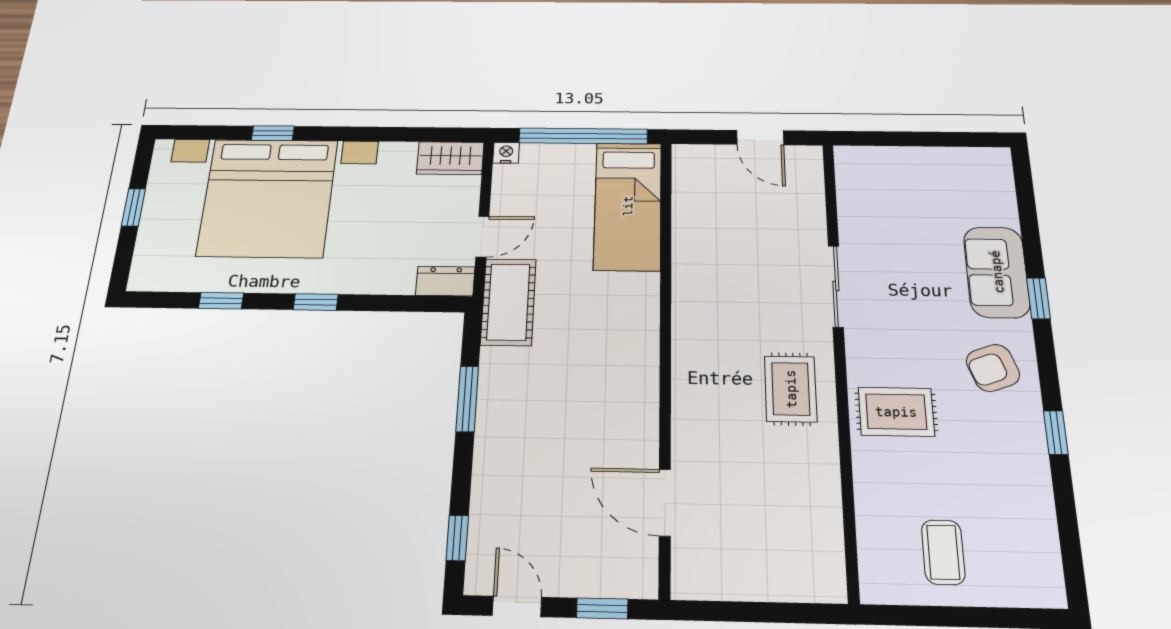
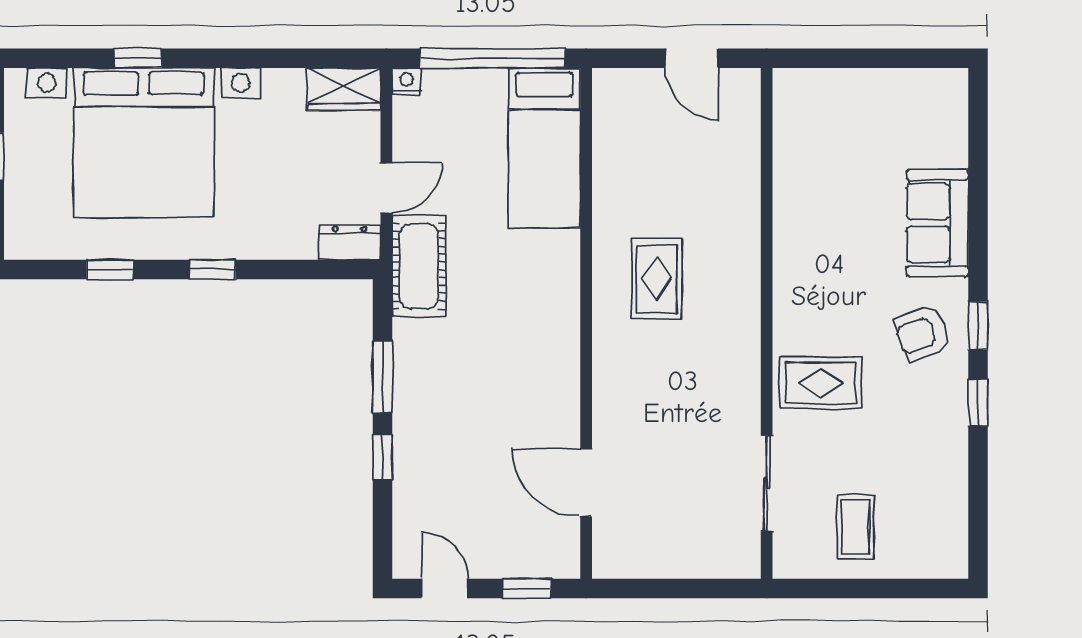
sliding door: (836, 286) -> (767, 483), moved
window: (1039, 298) -> (978, 326), moved
rug: (791, 389) -> (657, 279), moved
window: (457, 538) -> (382, 457), moved

